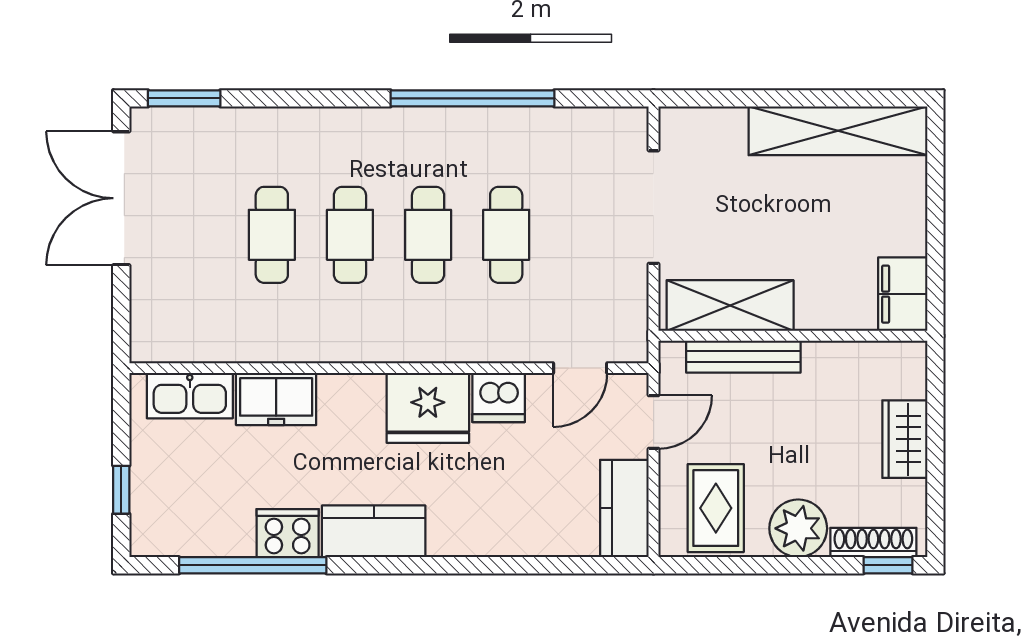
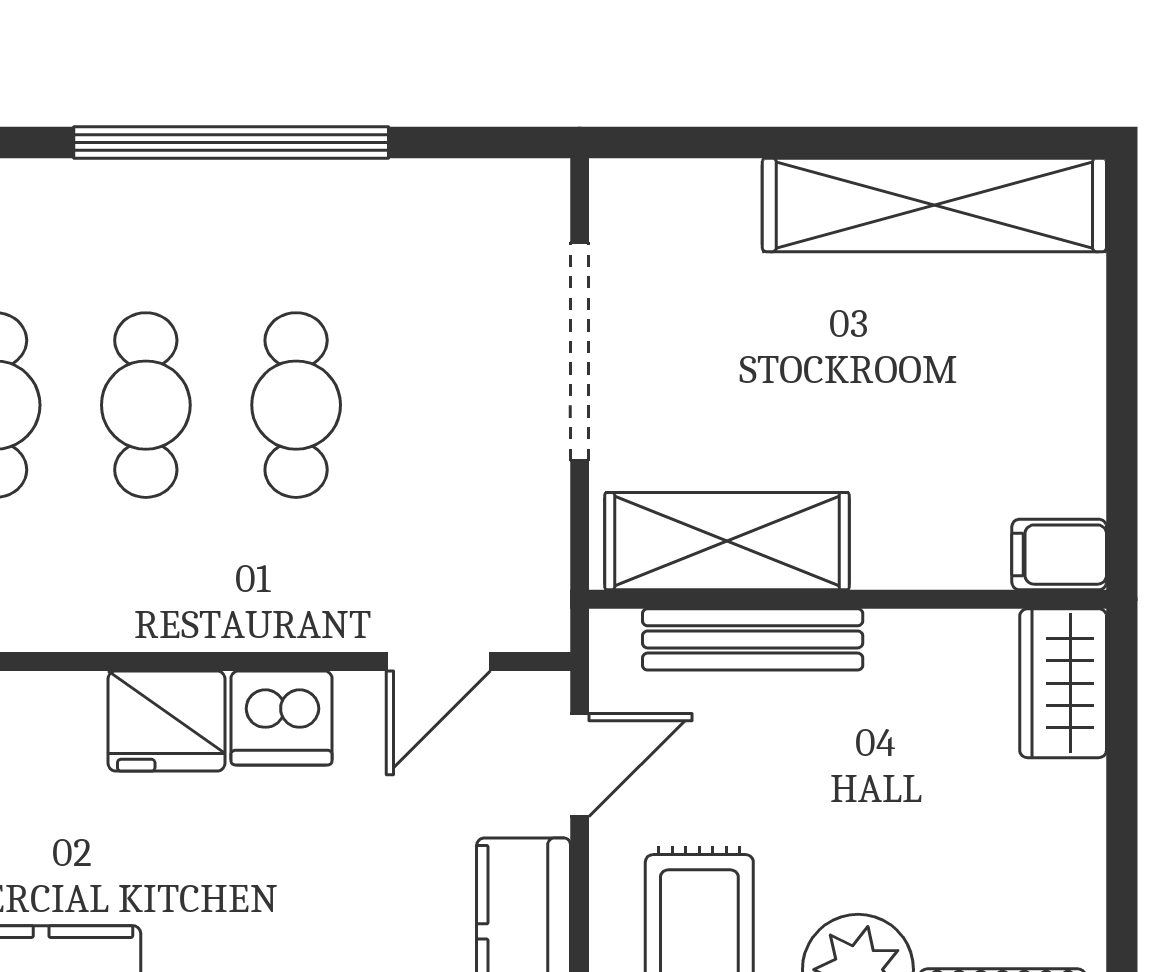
filing cabinet: (903, 294) -> (1059, 555), width x0.50
fridge: (428, 408) -> (166, 721), width x0.73, depth x0.75
wardrobe: (905, 439) -> (1063, 683), moved

